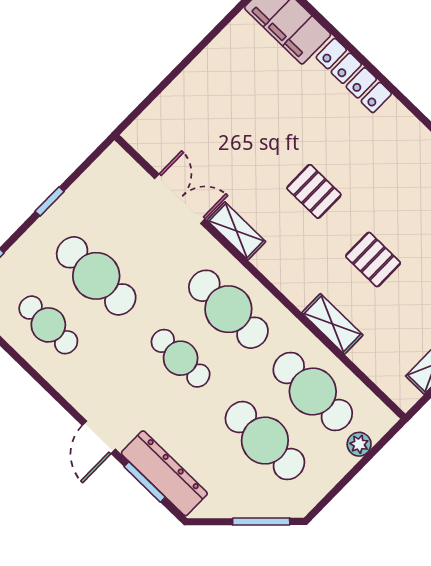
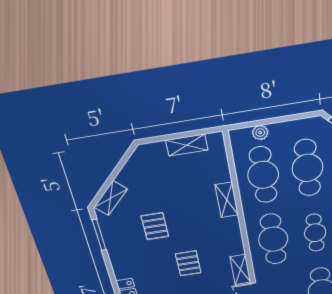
pallet: (373, 259) -> (155, 226), moved

